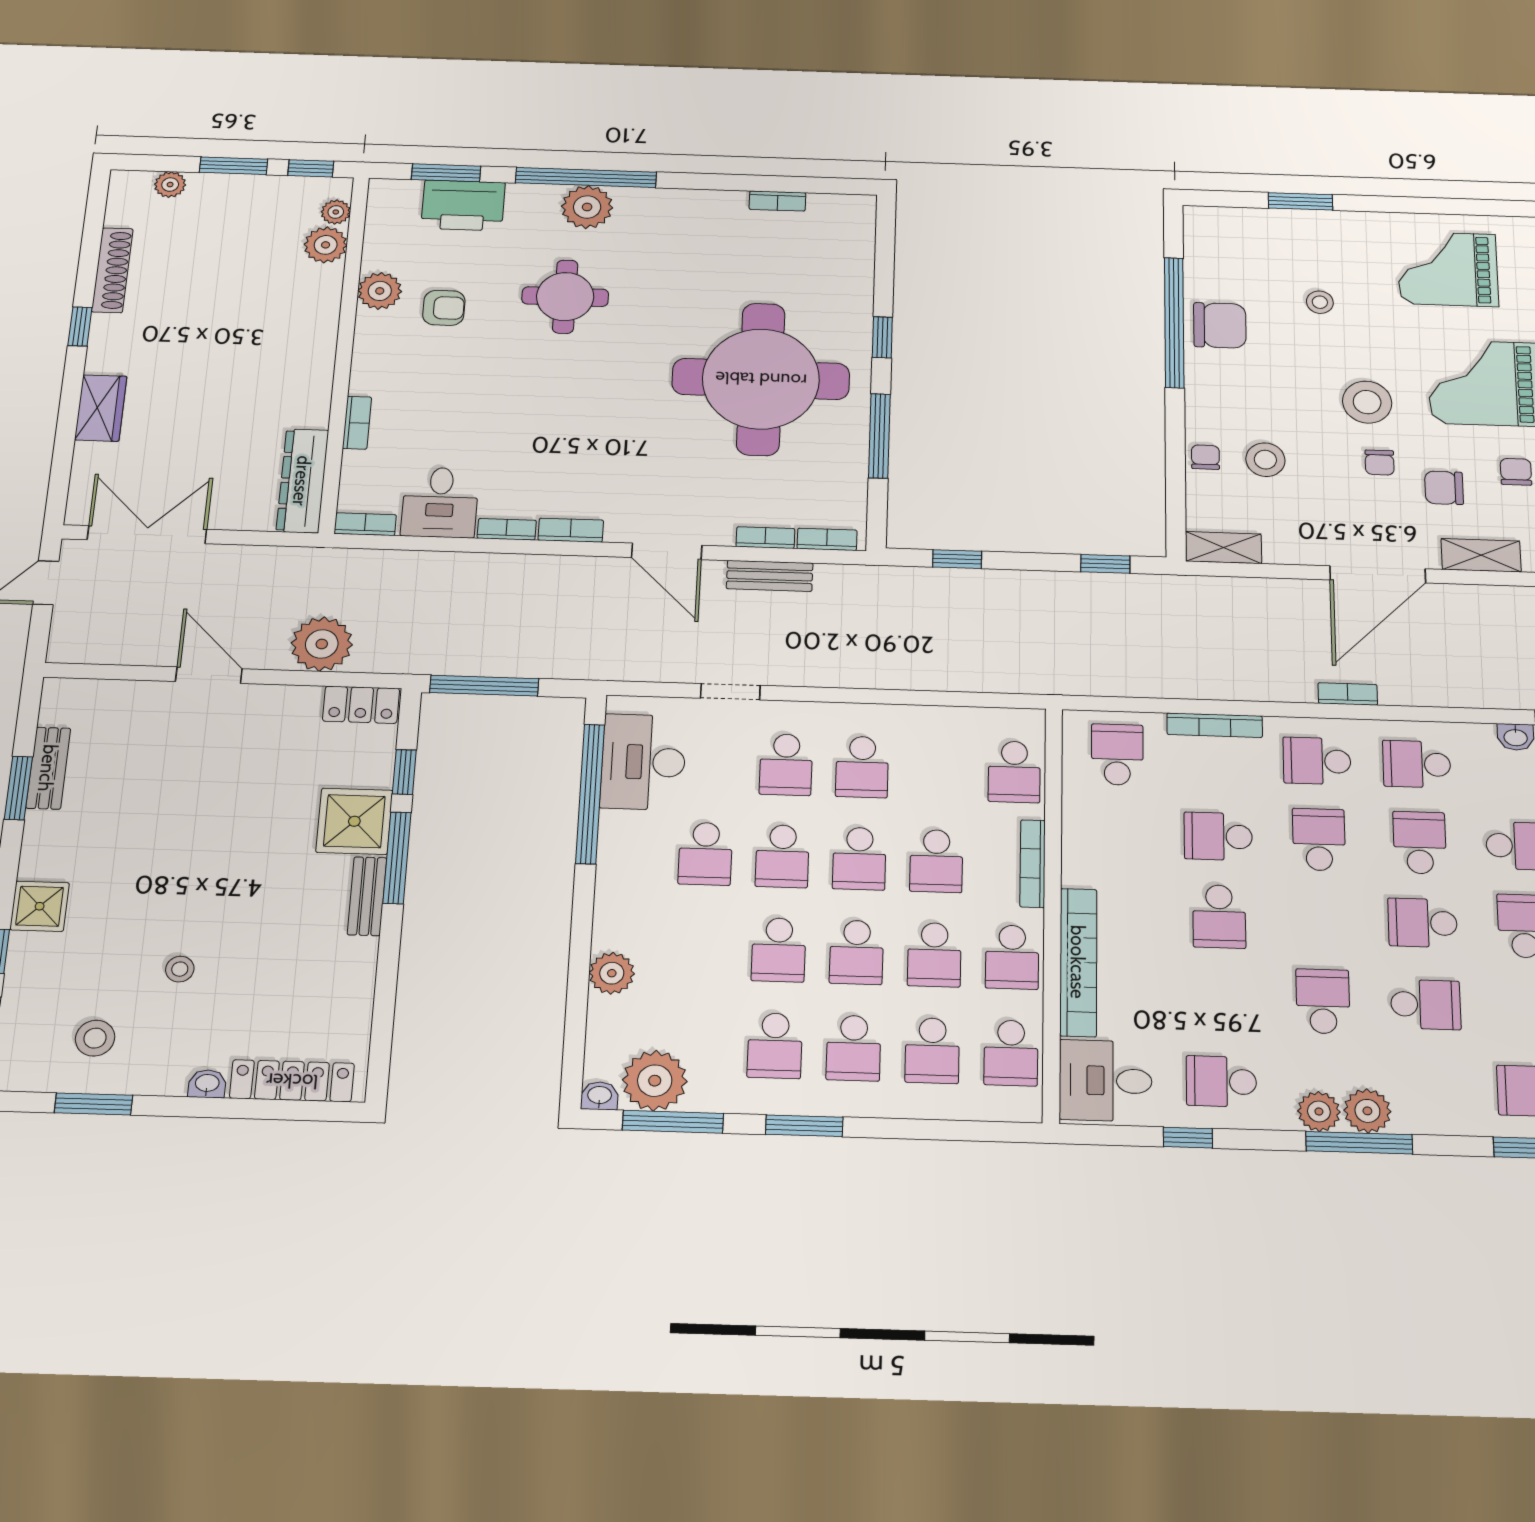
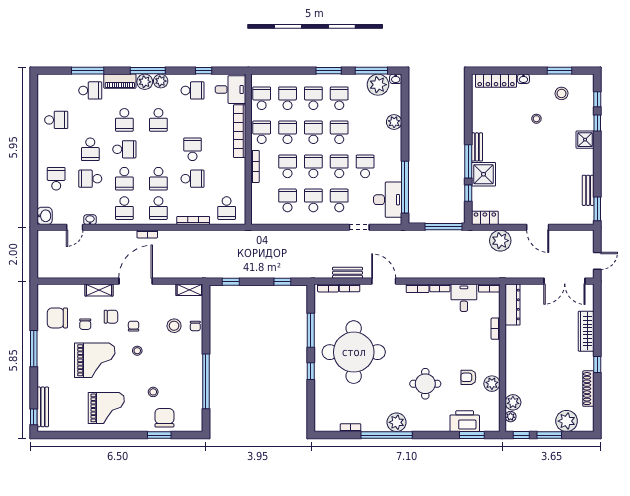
window: (586, 177) -> (387, 435), moved
plant: (170, 185) -> (567, 421), width x1.88, depth x1.88
plant: (587, 207) -> (396, 422), moved
chair: (1220, 325) -> (164, 418), moved, turned 90
stool: (1367, 402) -> (137, 351), width x0.53, depth x0.53
wardrobe: (101, 408) -> (586, 331), width x1.50
school desk: (1317, 761) -> (158, 208), turned 90
school desk: (1417, 764) -> (124, 208), turned 90
school desk: (1014, 772) -> (288, 200), moved
window: (18, 788) -> (597, 209), moved
school desk: (1426, 1004) -> (124, 120), turned -90
piano: (1443, 1115) -> (120, 81), added

